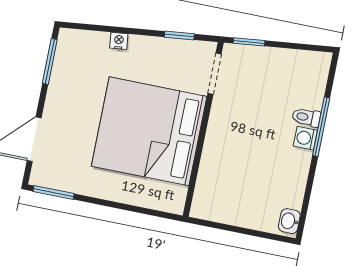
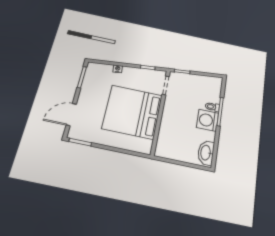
washing machine: (305, 138) -> (208, 120), width x1.89, depth x1.89
washbasin: (289, 221) -> (206, 153), width x1.91, depth x1.45

